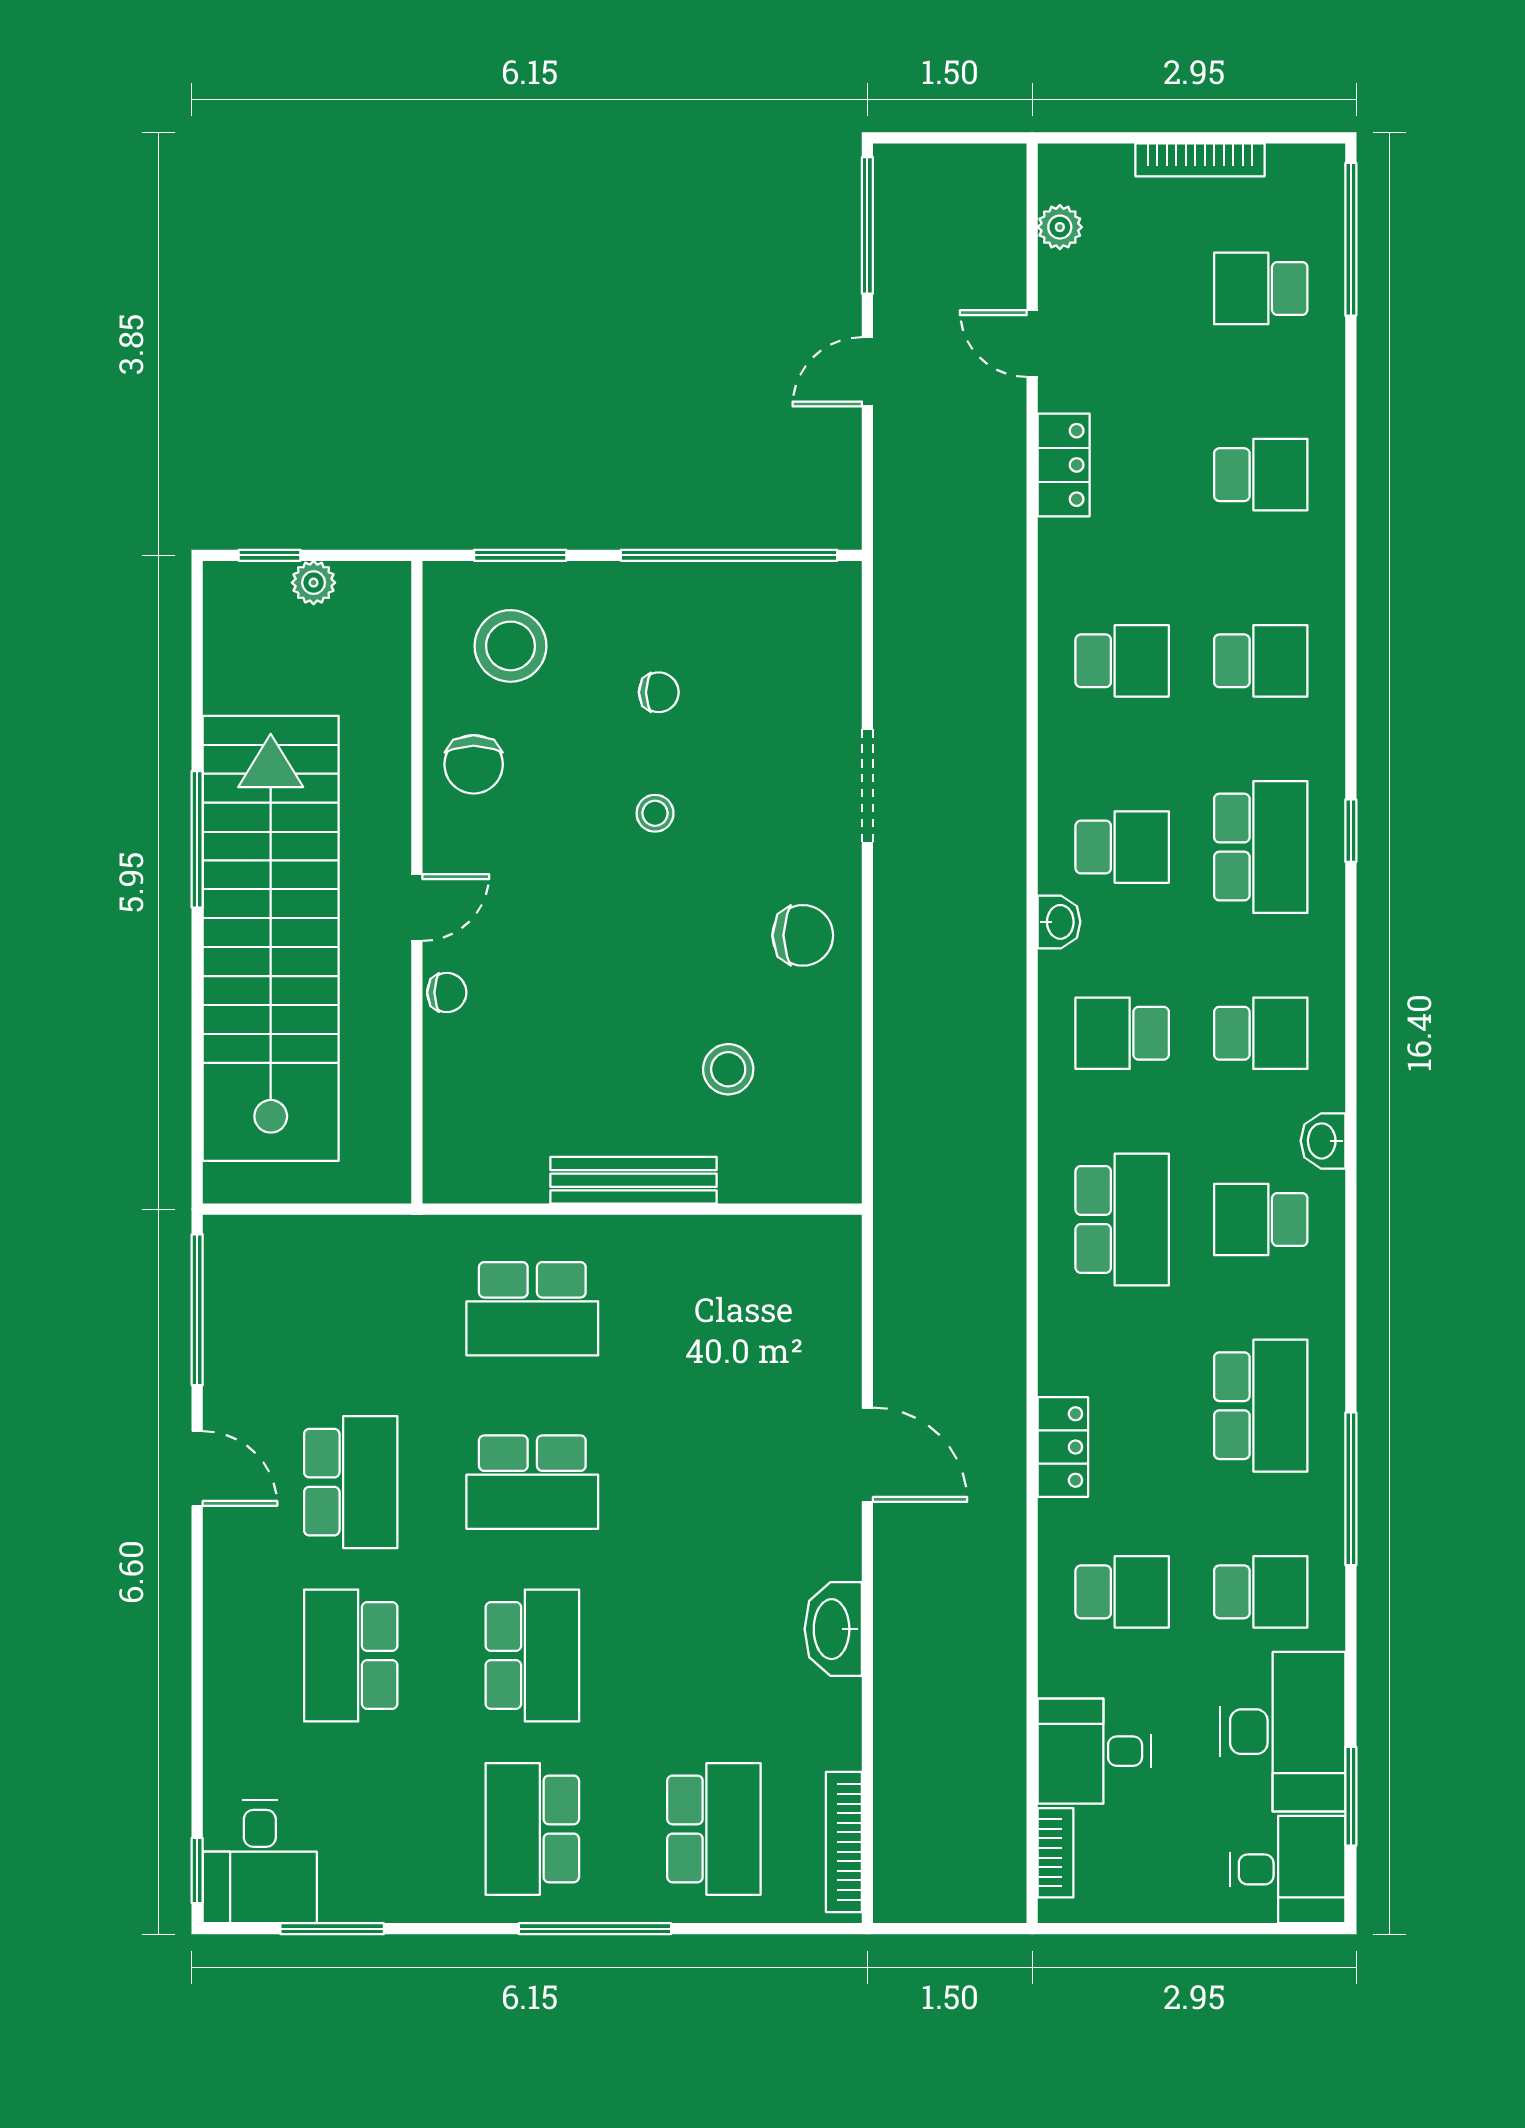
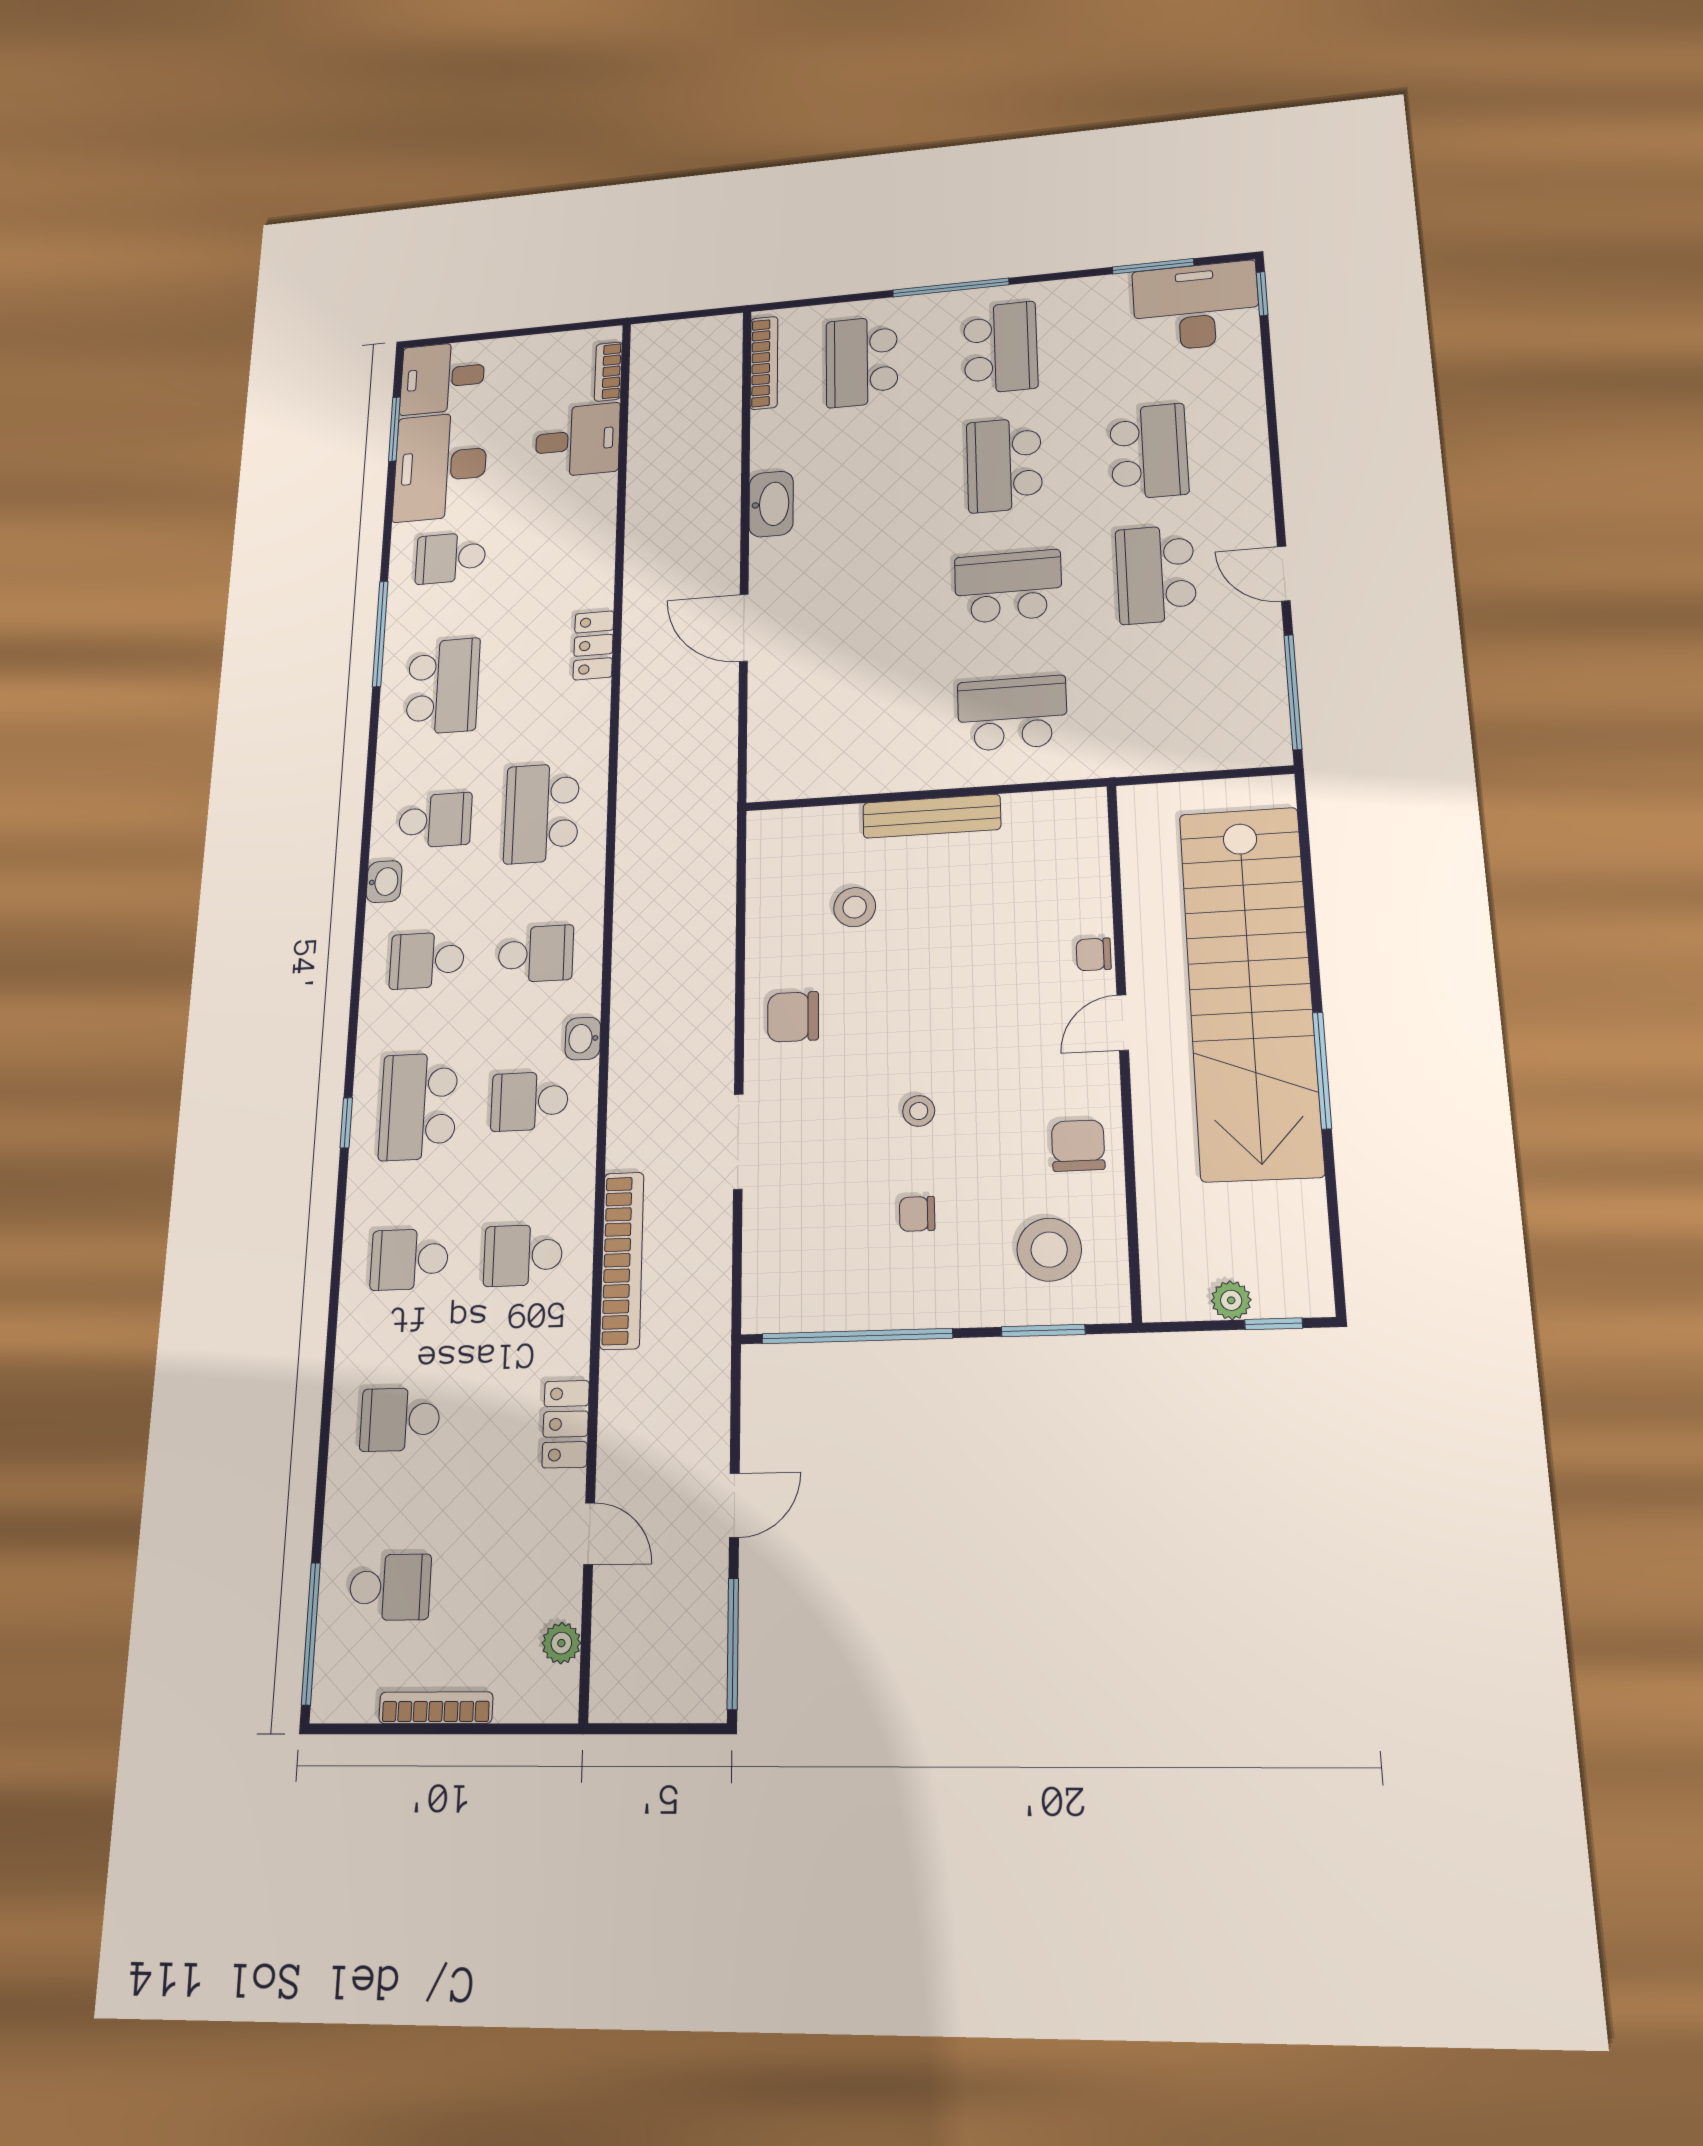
bookcase: (1003, 651) -> (622, 1260), added
school desk: (1261, 1406) -> (443, 686), turned 180
school desk: (1122, 1592) -> (553, 549), removed
desk: (260, 1862) -> (1196, 306), width x1.37

